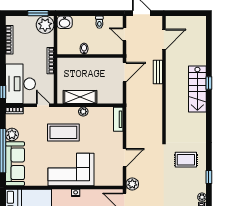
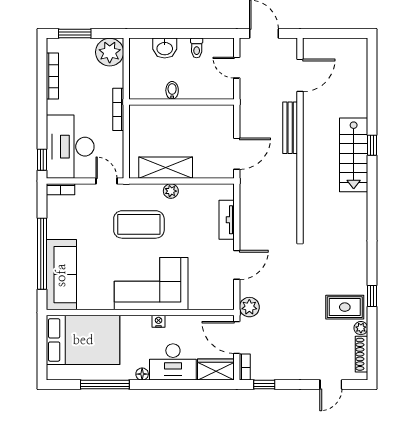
window: (38, 13) -> (75, 34), moved
washbasin: (65, 22) -> (165, 48), moved
door: (125, 72) -> (237, 154), moved
bench: (158, 72) -> (290, 128), width x1.36
tv unit: (118, 119) -> (227, 220), moved
plant: (12, 134) -> (57, 228), removed
rug: (186, 160) -> (345, 307), moved

